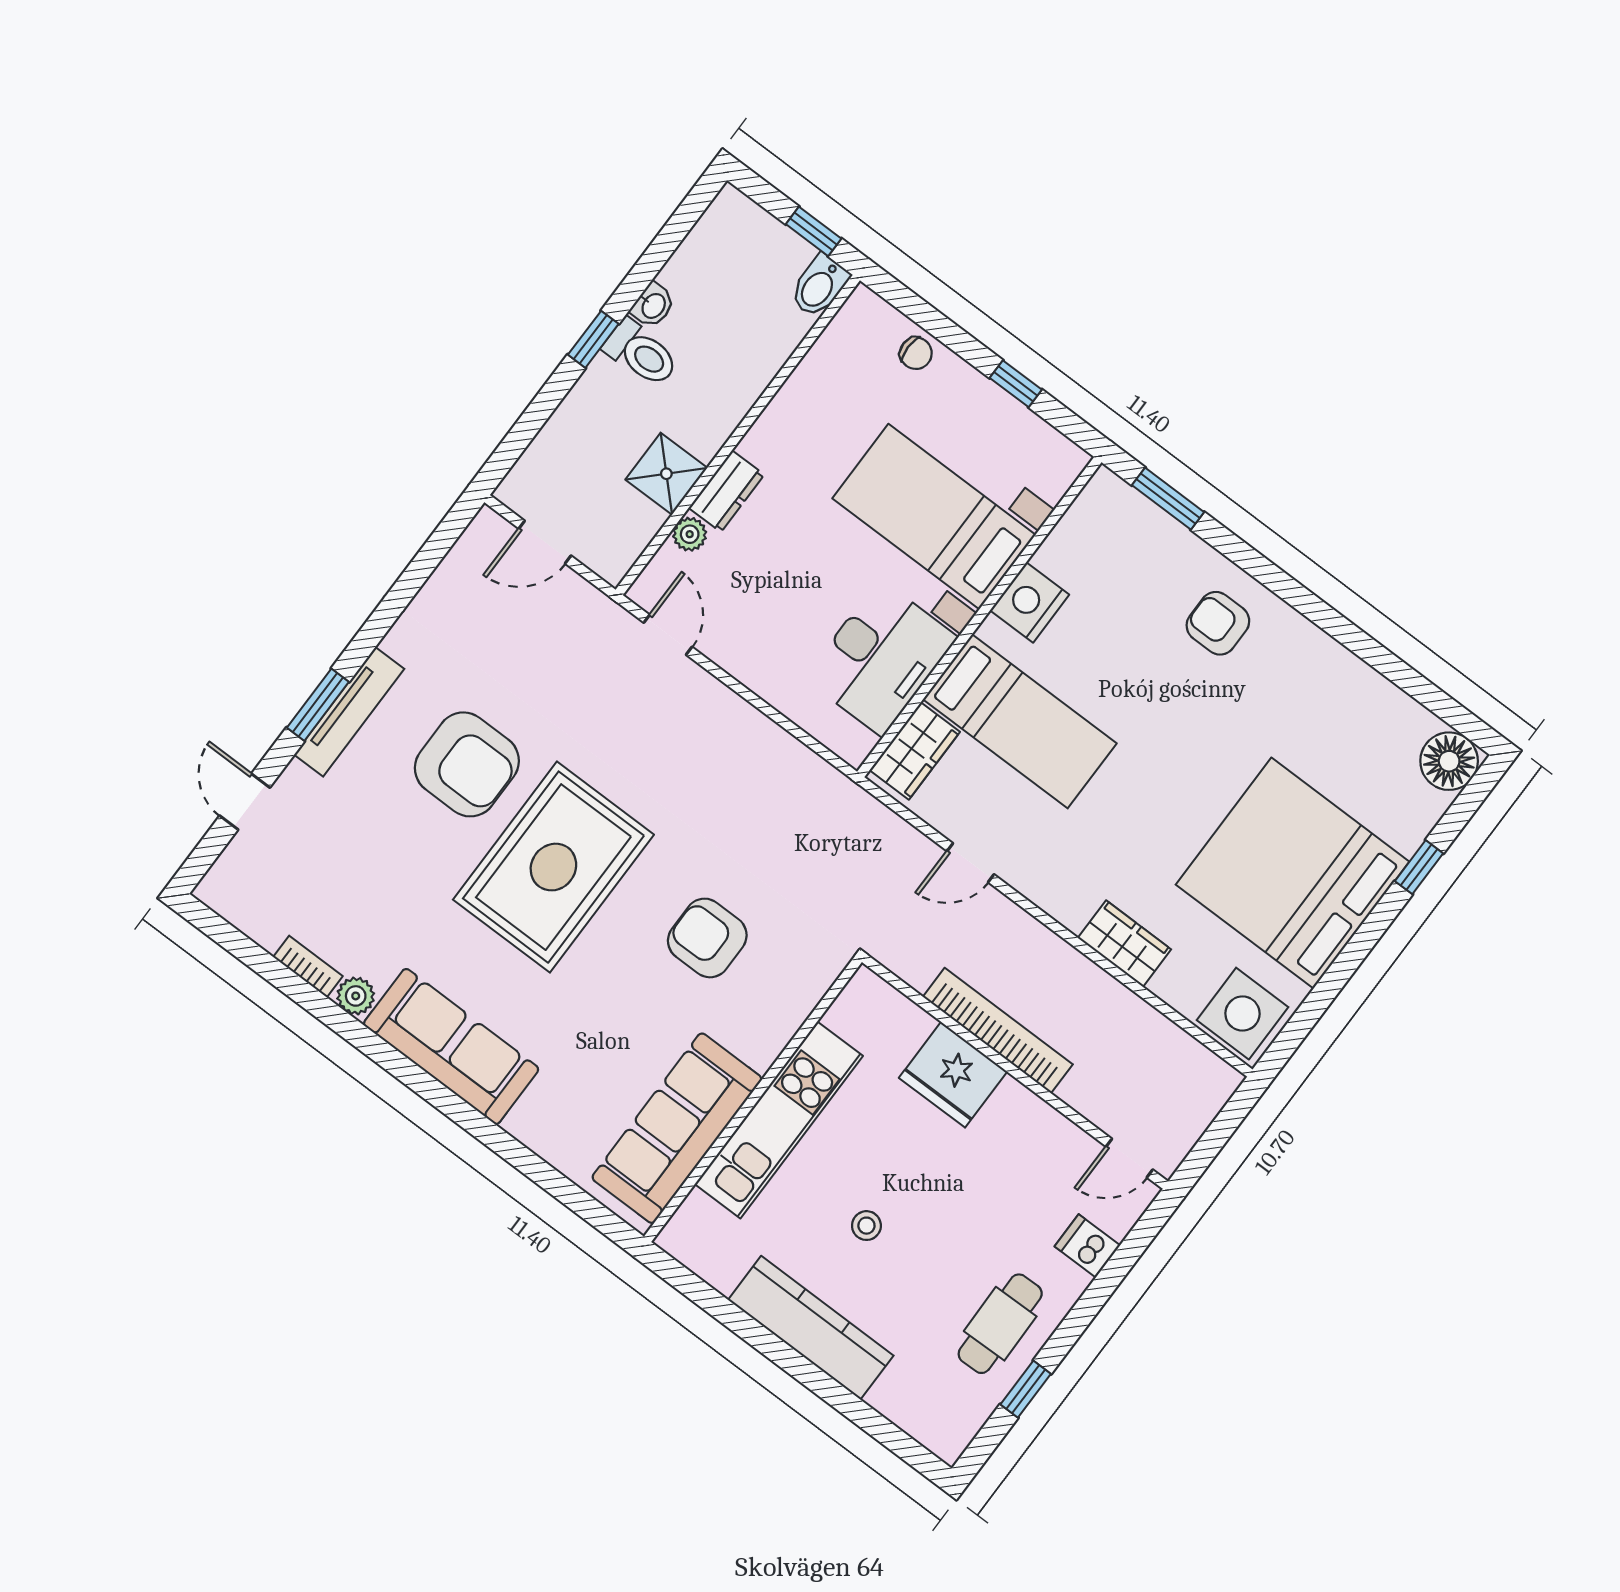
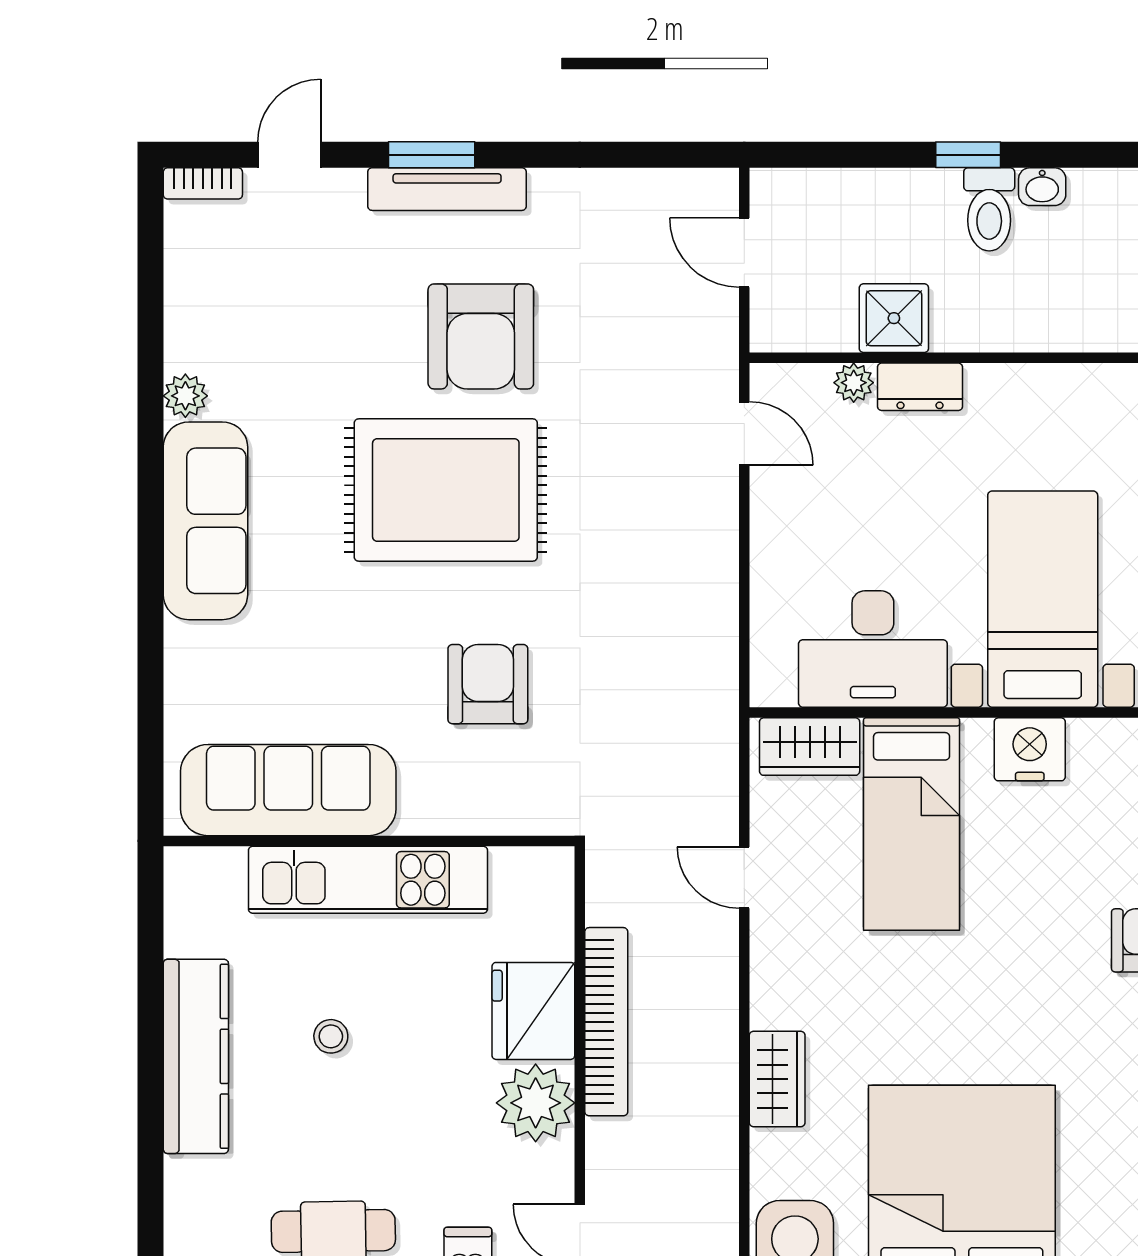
door: (668, 635) -> (744, 433), hinge flipped
bookcase: (308, 967) -> (203, 183), moved, turned 90
plant: (1017, 1120) -> (536, 1103), added

